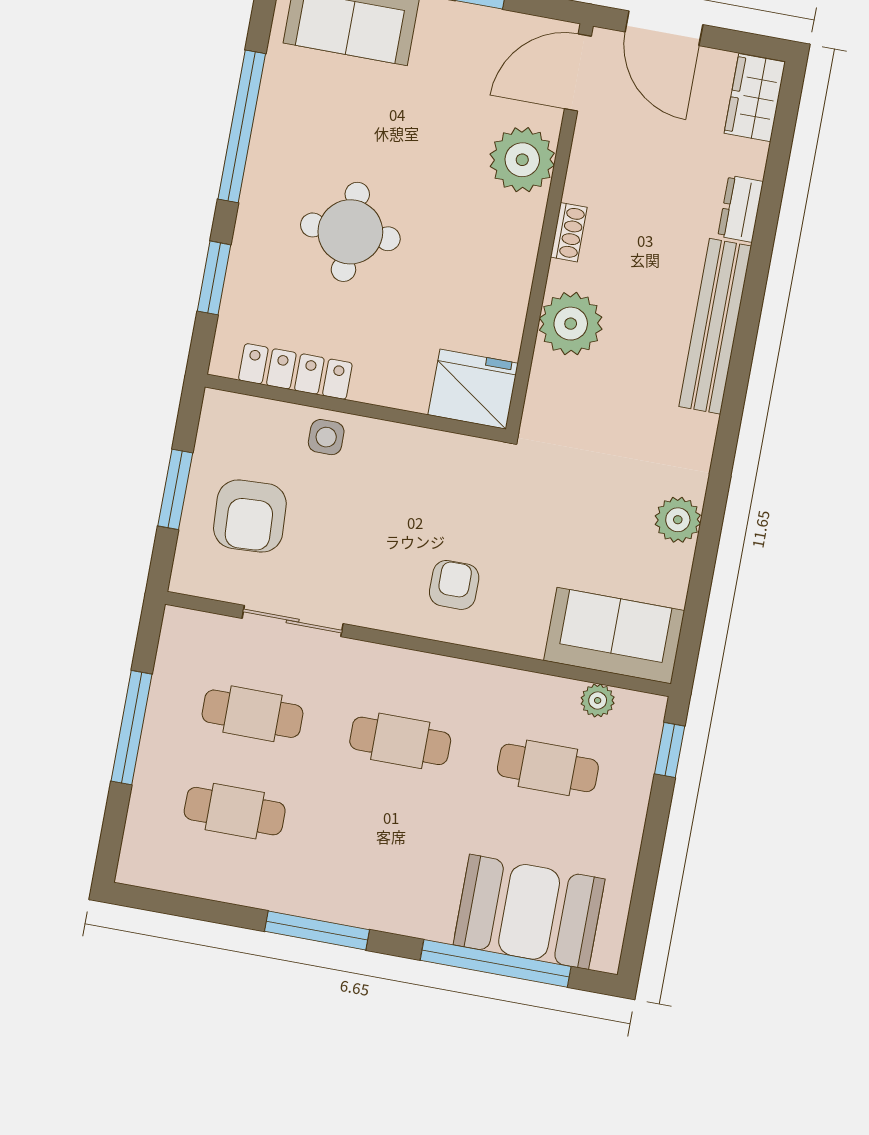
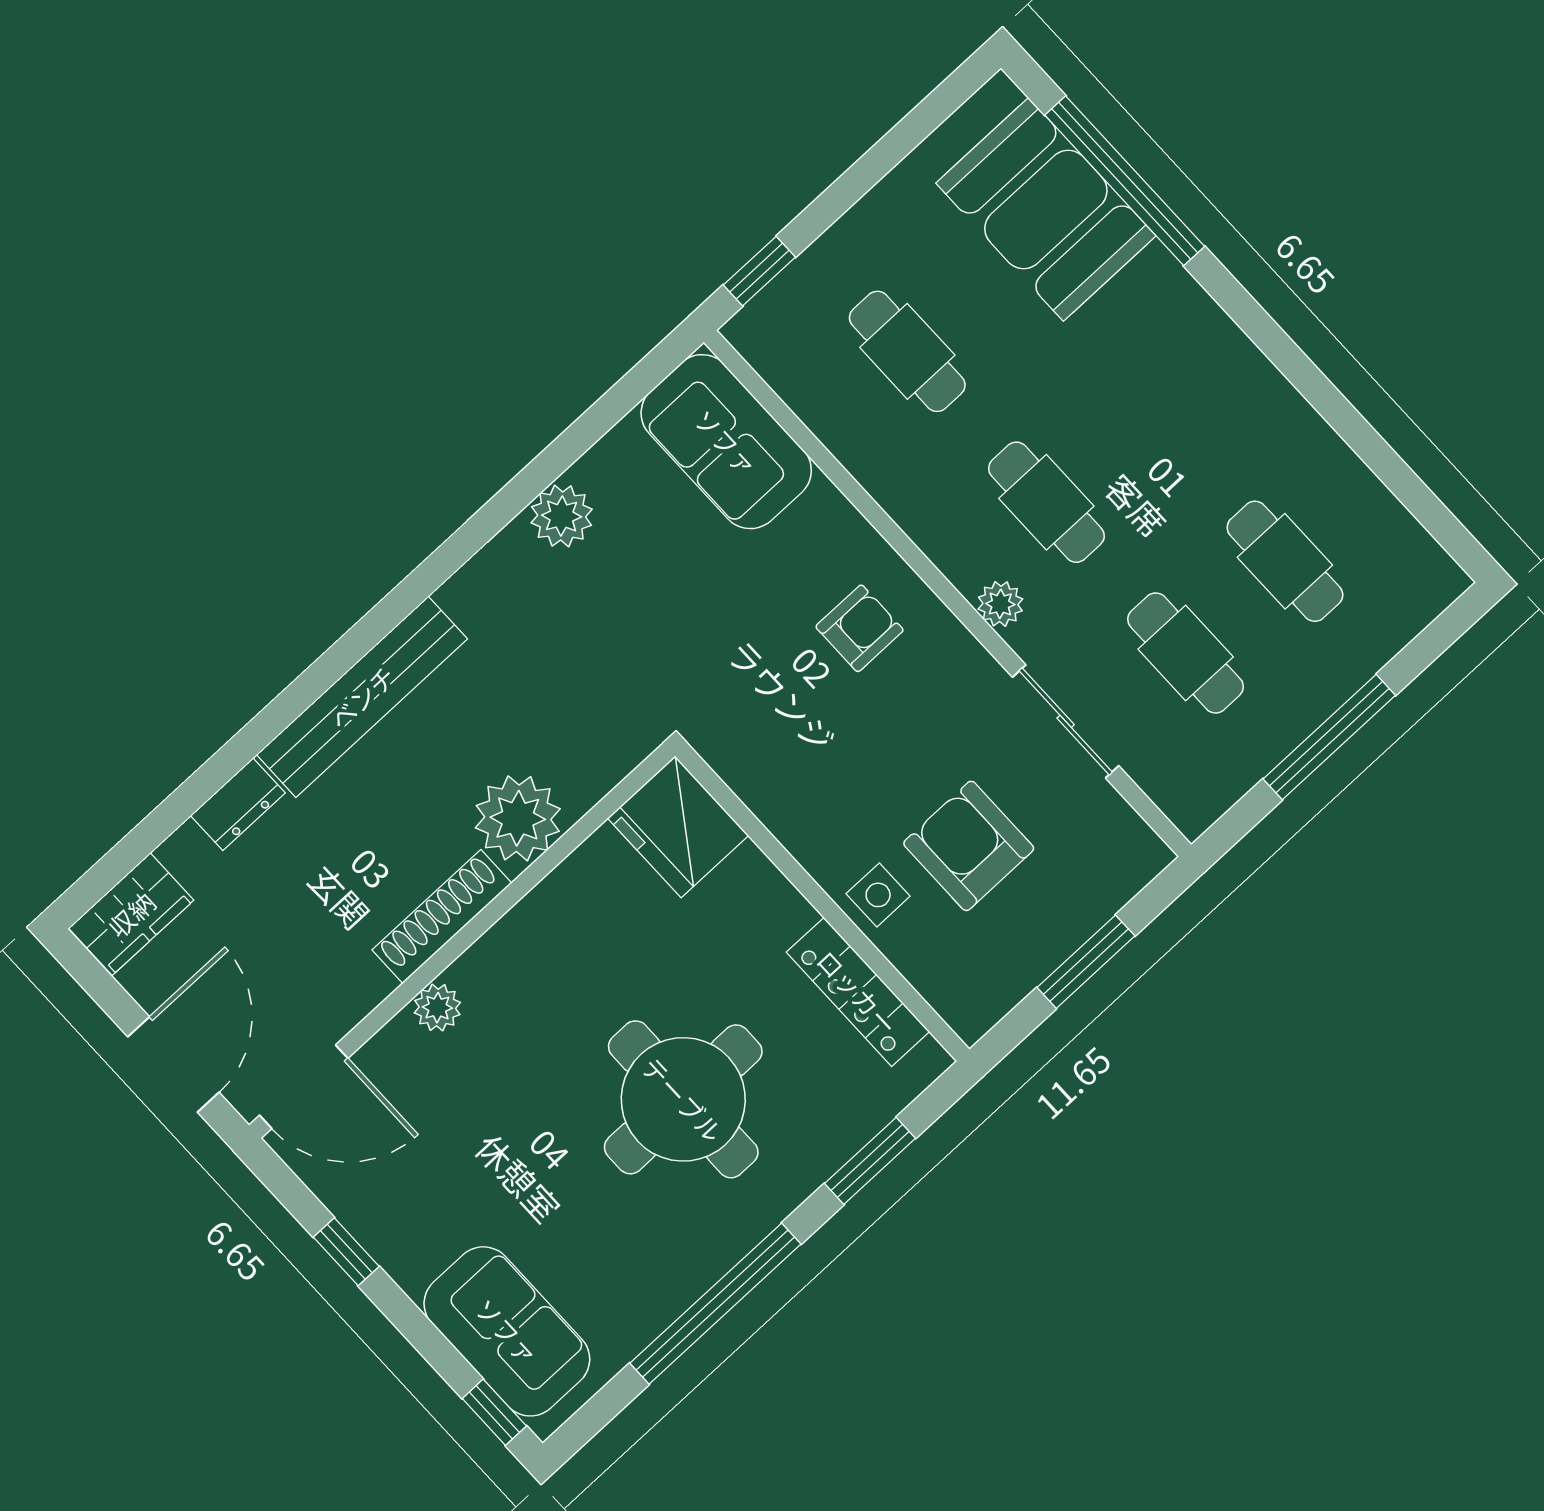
plant: (522, 160) -> (437, 1008), width x0.53, depth x0.53
round table: (350, 232) -> (683, 1099), width x1.36, depth x1.36
shoe rack: (569, 232) -> (442, 917), width x1.94, depth x1.24
armchair: (250, 516) -> (969, 846), moved, turned -87
armchair: (454, 585) -> (860, 628), turned 180
plant: (598, 700) -> (1000, 604), moved
window: (317, 931) -> (1293, 363), removed

